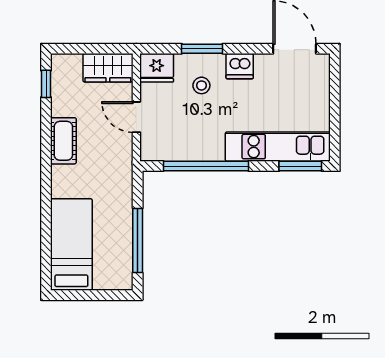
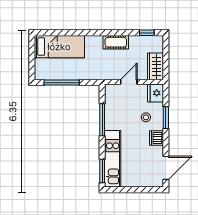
window: (206, 166) -> (102, 120), width x0.68

